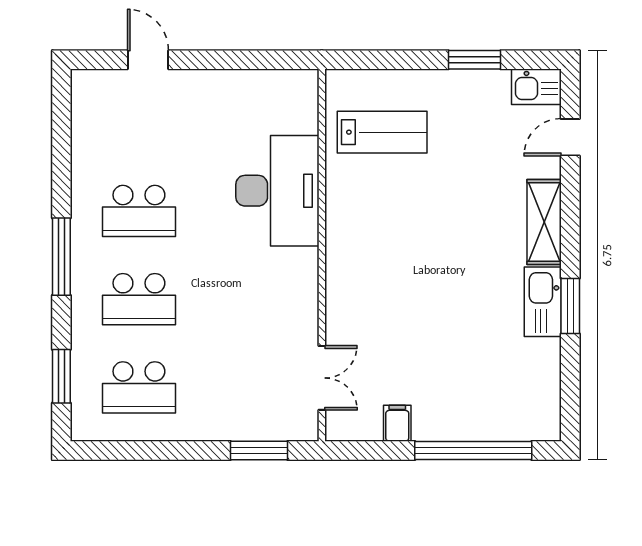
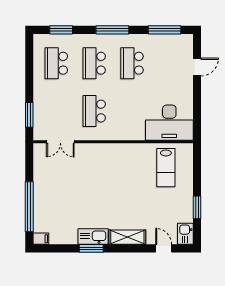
window: (61, 136) -> (164, 30), added
desk: (277, 191) -> (169, 123), moved
school desk: (250, 299) -> (94, 111), added
filing cabinet: (397, 423) -> (41, 239), moved

